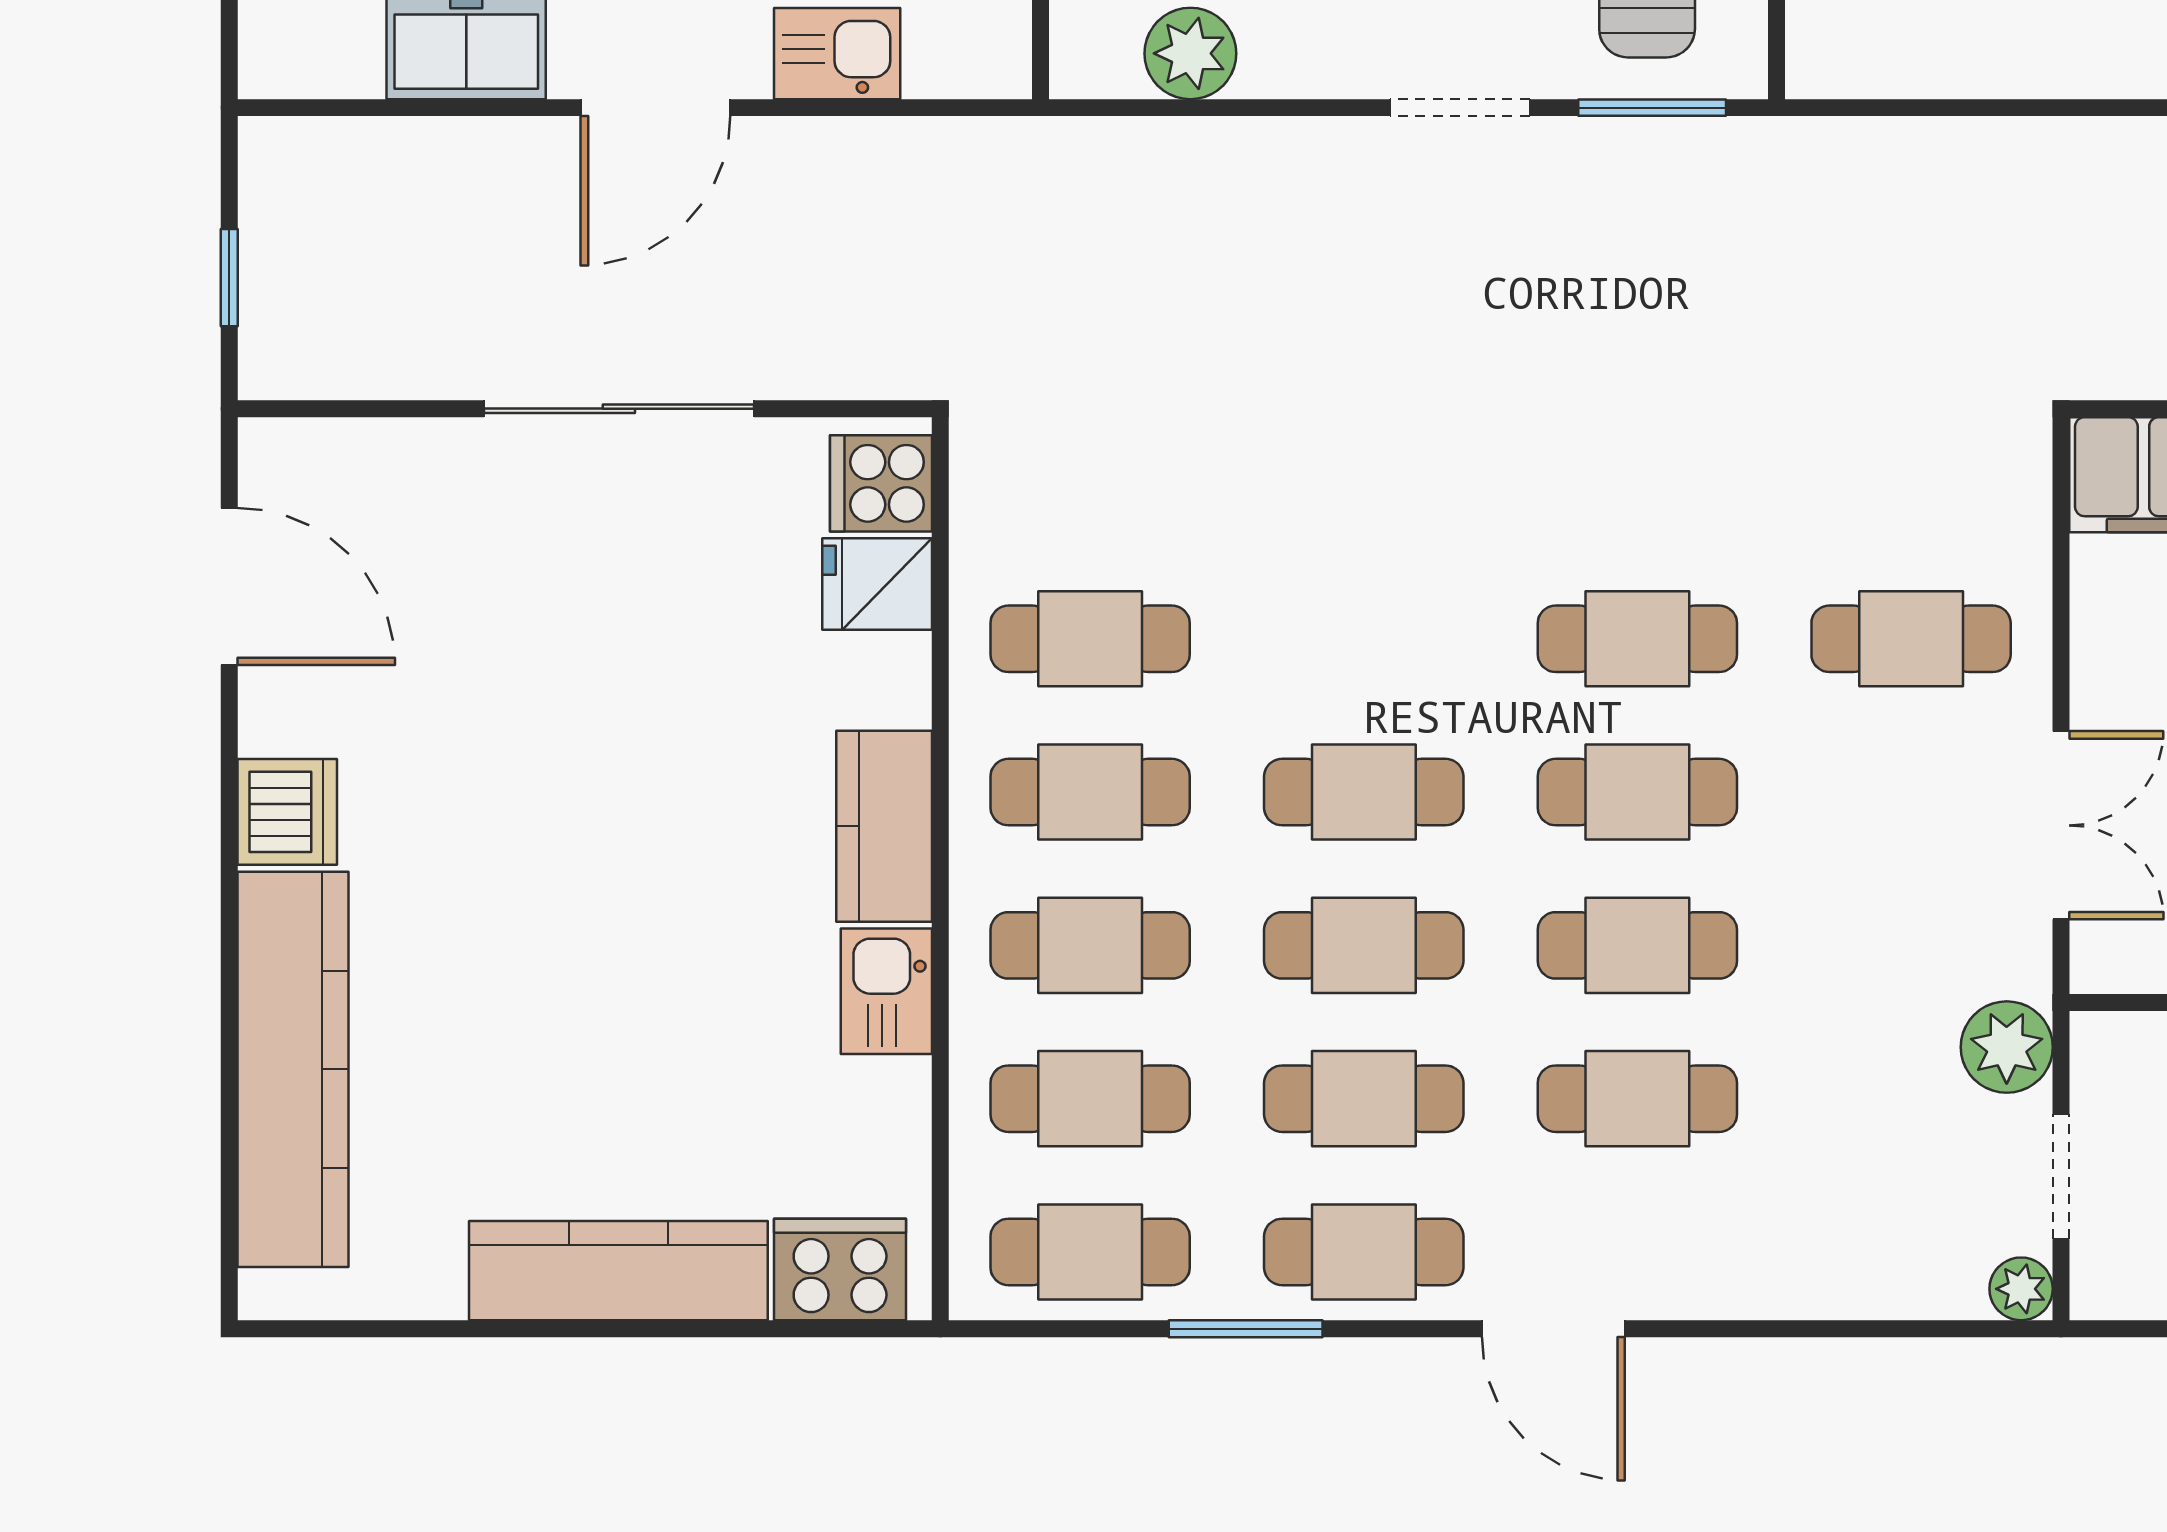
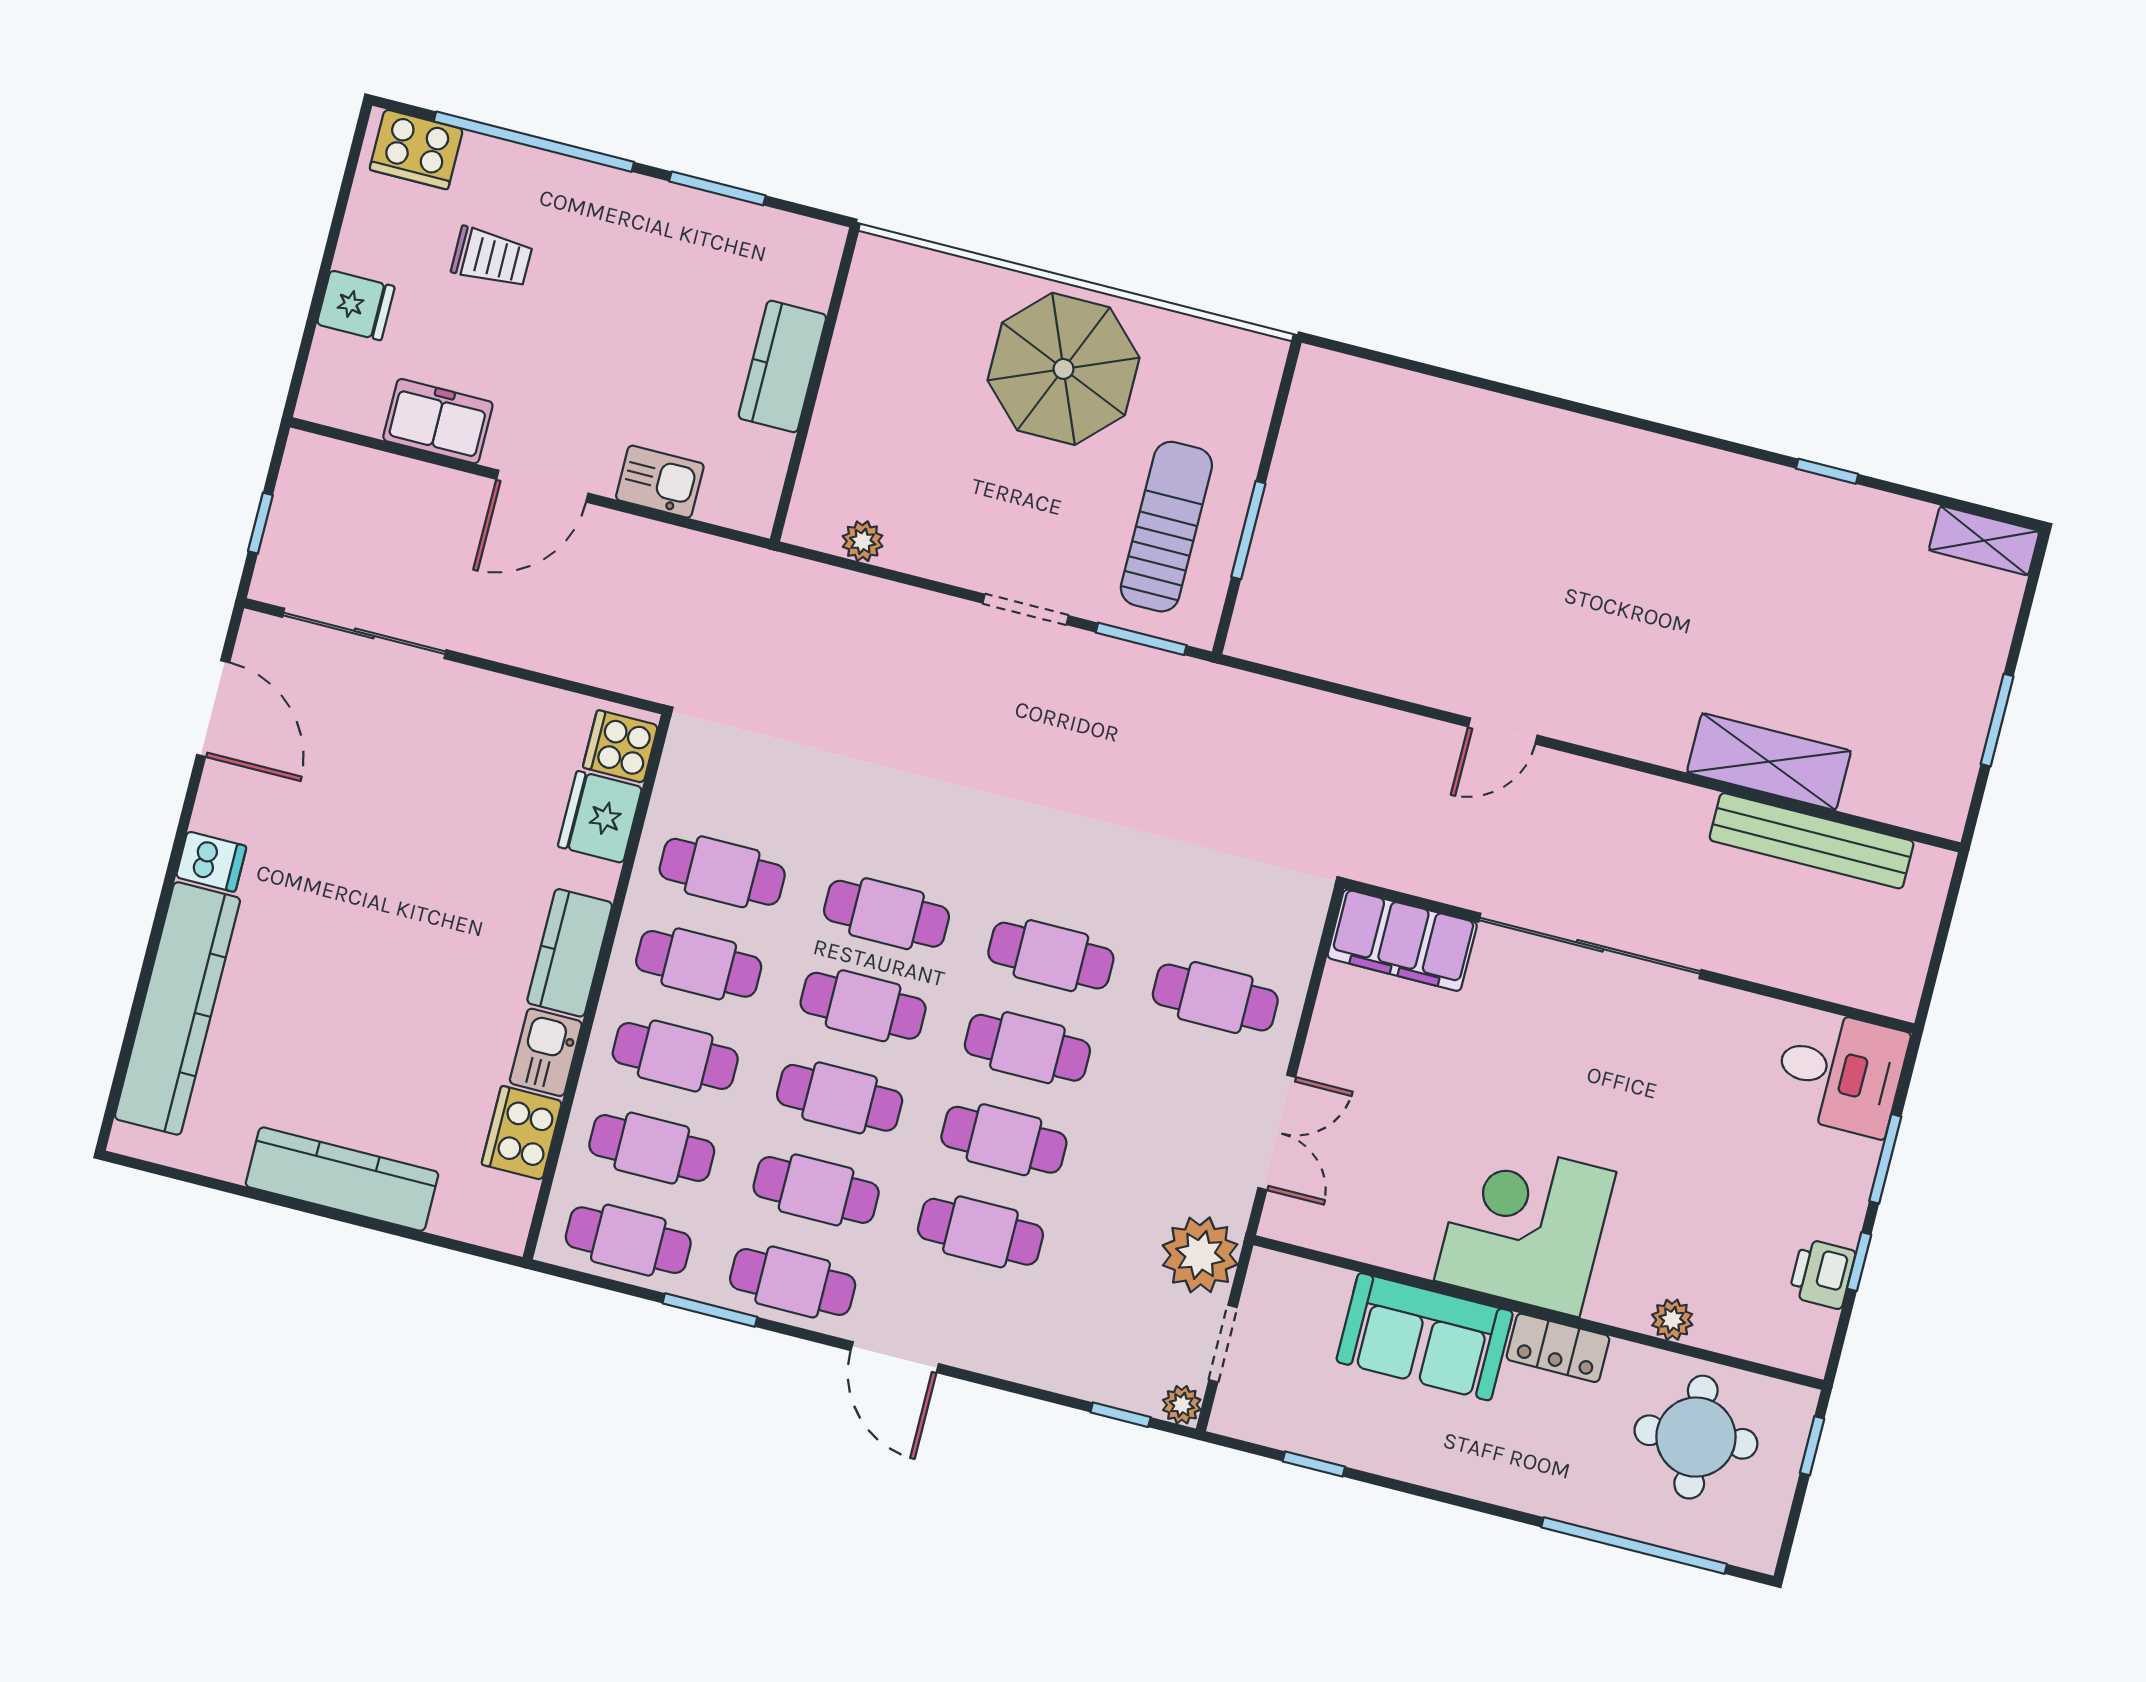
plant: (1190, 53) -> (863, 541), width x0.73, depth x0.73
sliding door: (619, 409) -> (364, 633), moved
fridge: (877, 584) -> (600, 817), width x1.38
cafe table: (1364, 639) -> (887, 914), added
dishwasher: (287, 812) -> (211, 862), width x0.73
plant: (2007, 1047) -> (1200, 1255), width x1.36, depth x1.36
cooker: (840, 1269) -> (522, 1133), moved, turned -90
window: (1929, 1329) -> (1121, 1415), added

